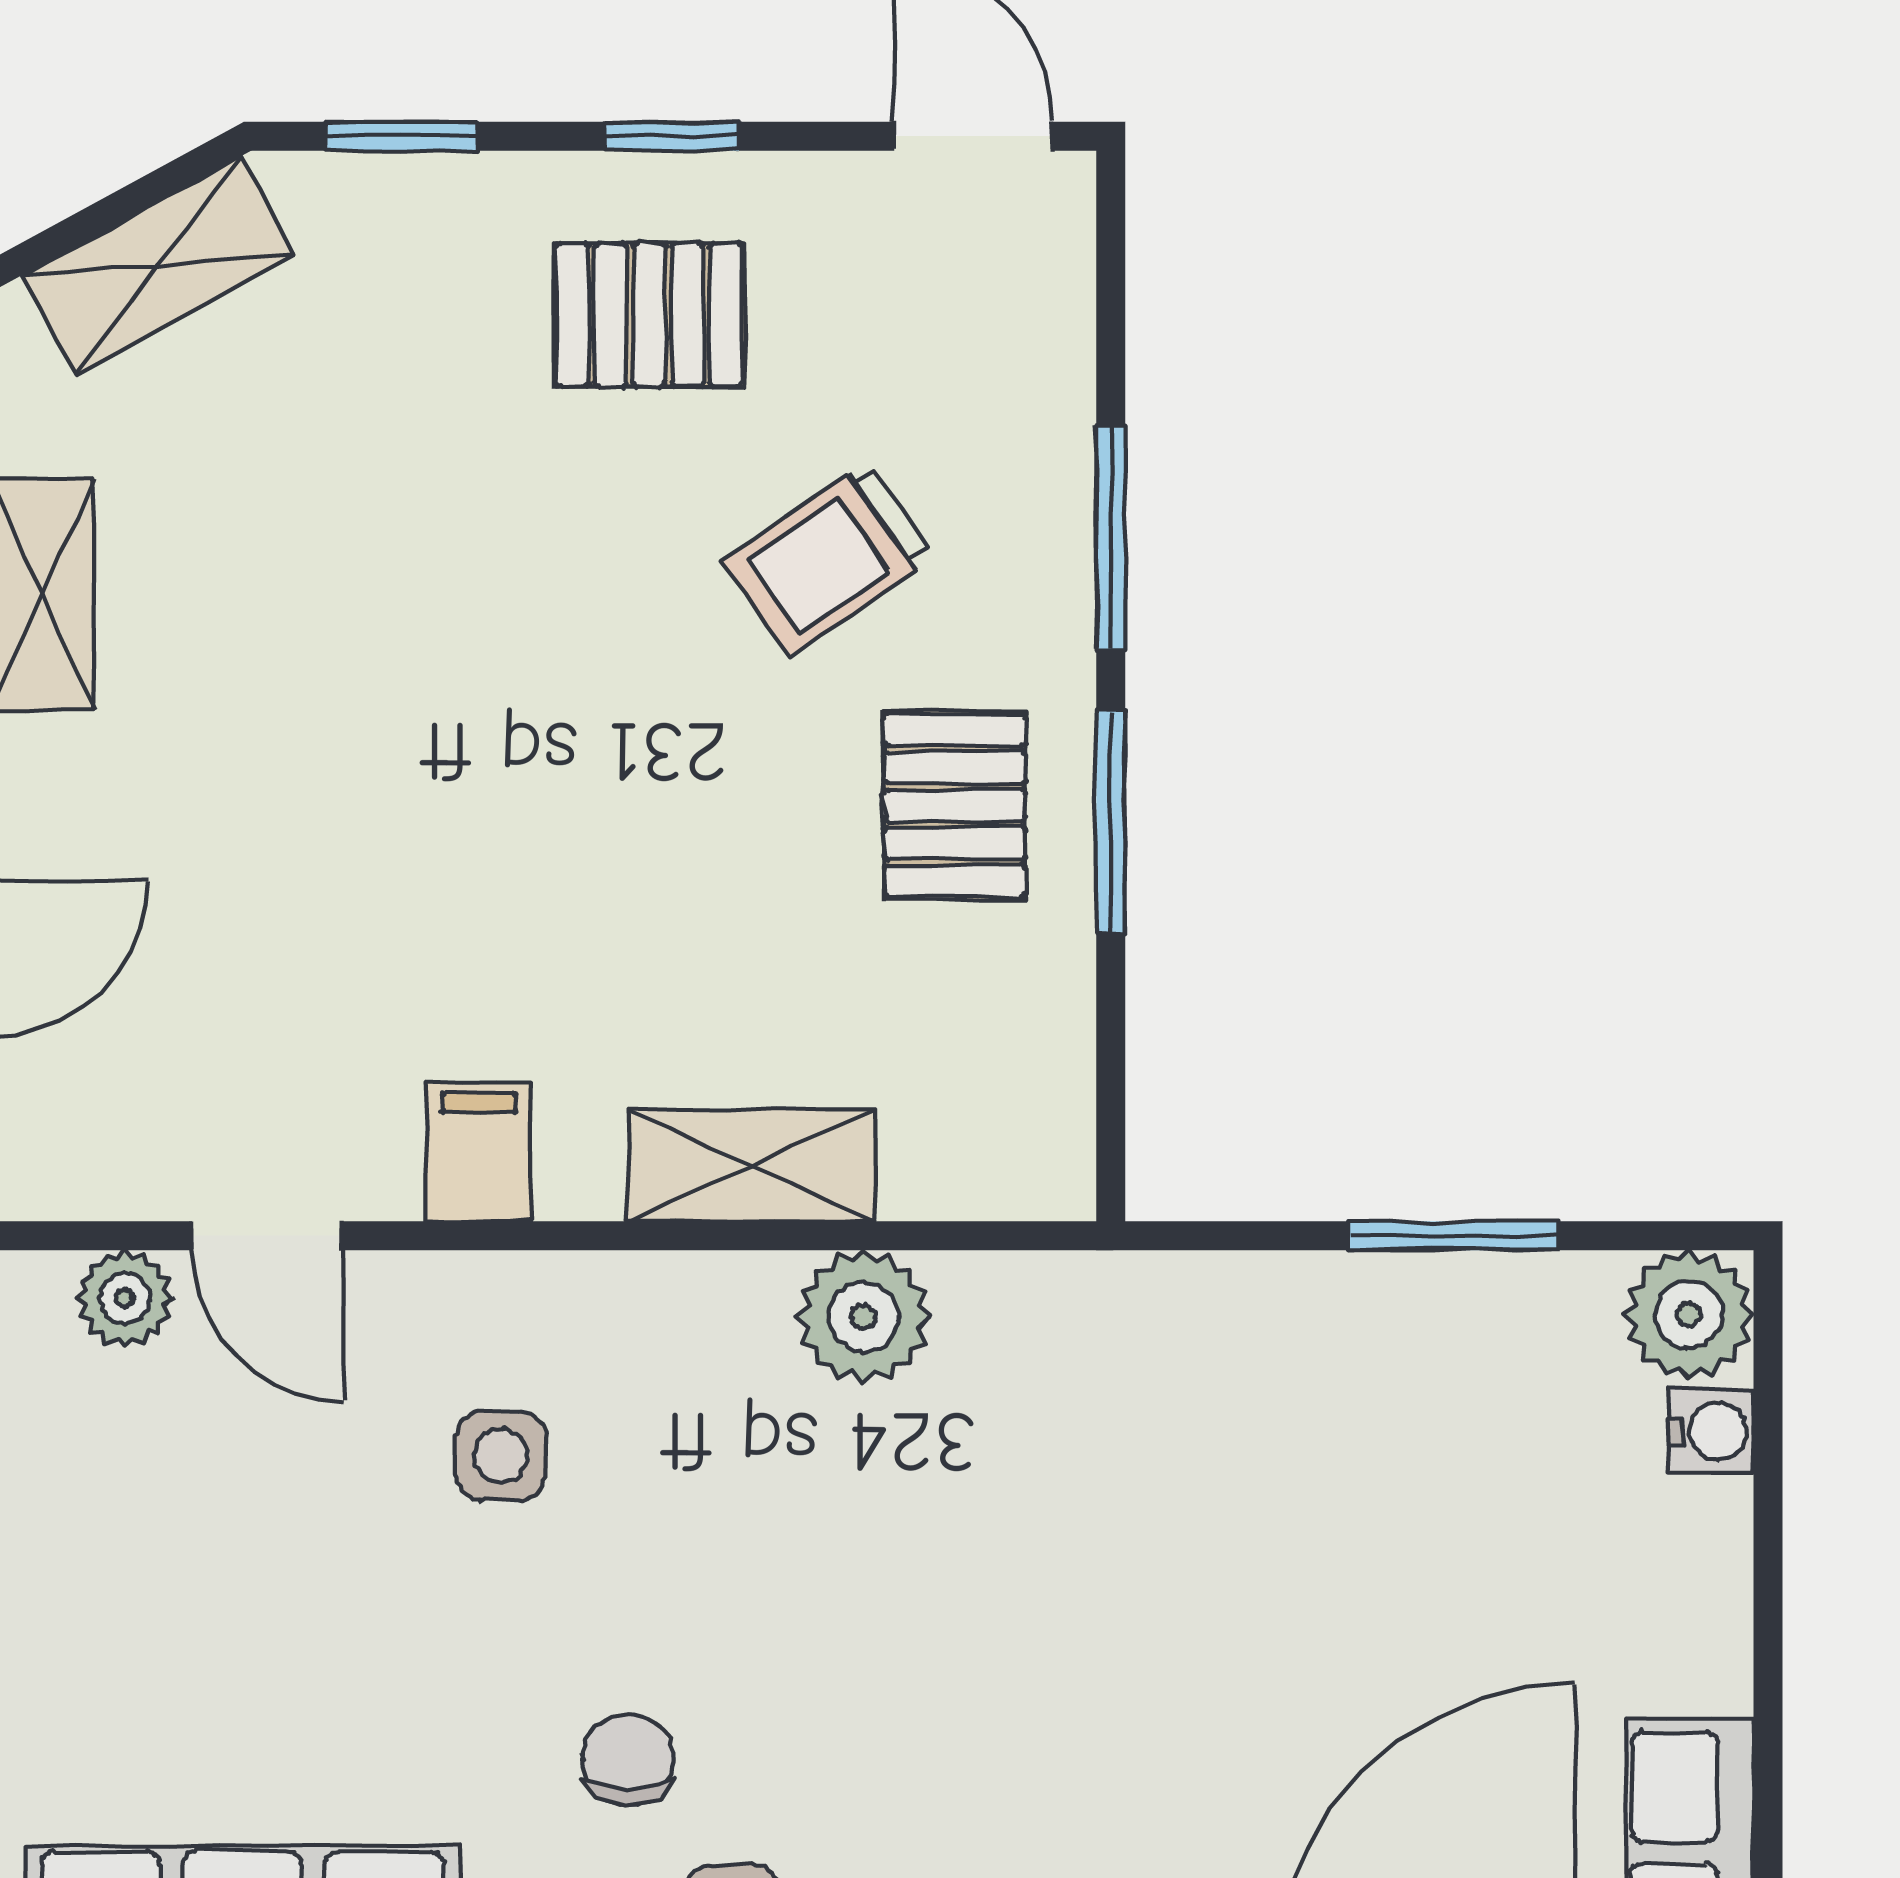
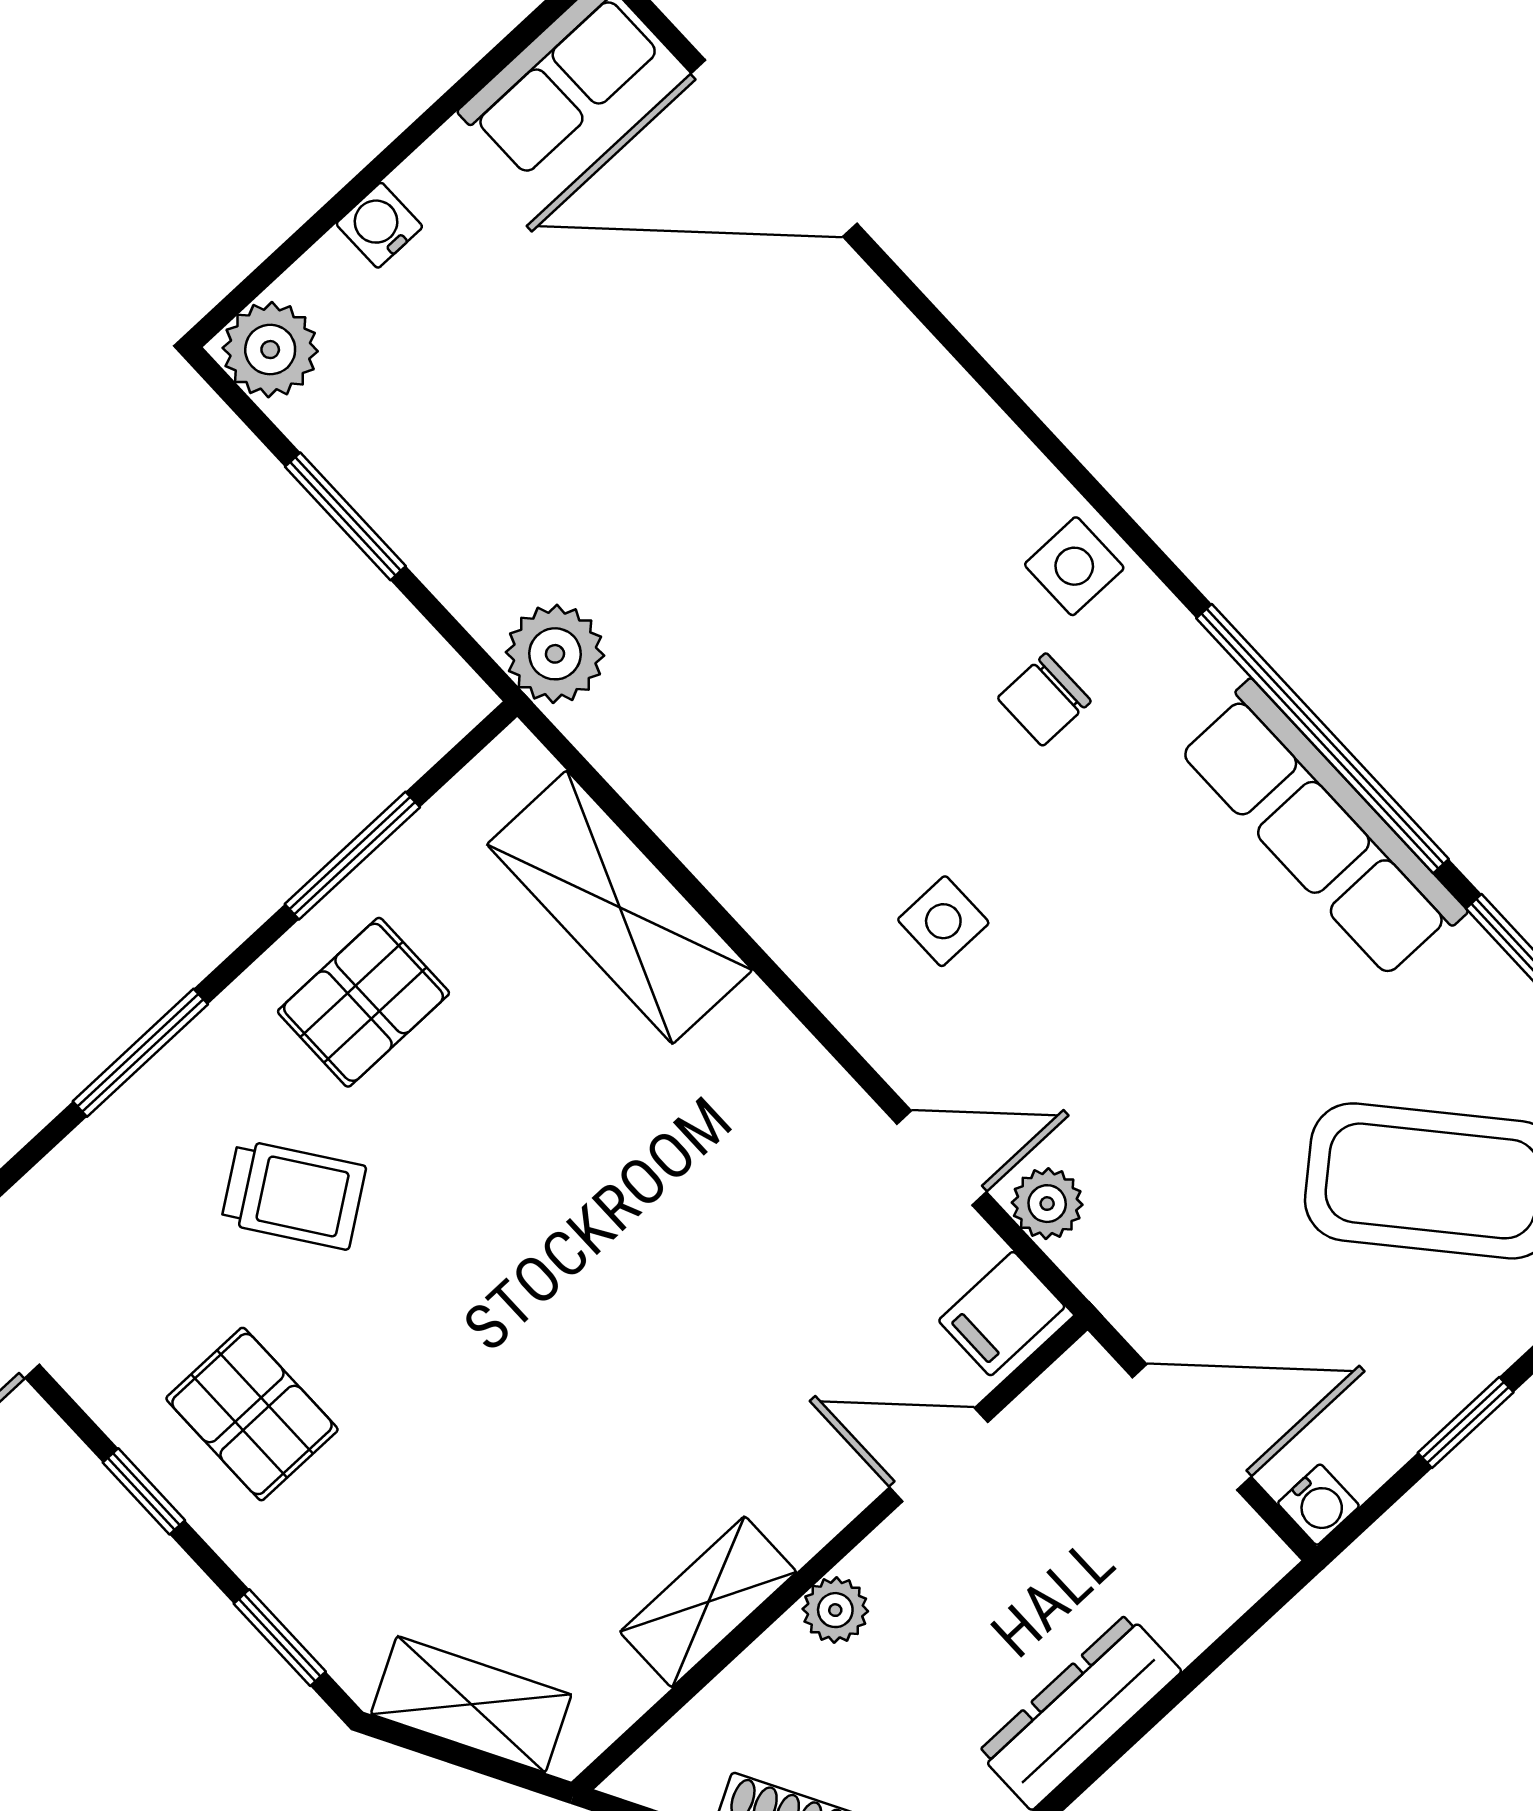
window: (1111, 822) -> (352, 856), moved
filing cabinet: (479, 1152) -> (1002, 1314), moved
shelving: (751, 1166) -> (620, 907), width x1.50, depth x1.33
door: (267, 1236) -> (942, 1158), hinge flipped
plant: (863, 1317) -> (555, 654), moved
water cooler: (1711, 1431) -> (379, 225), moved

